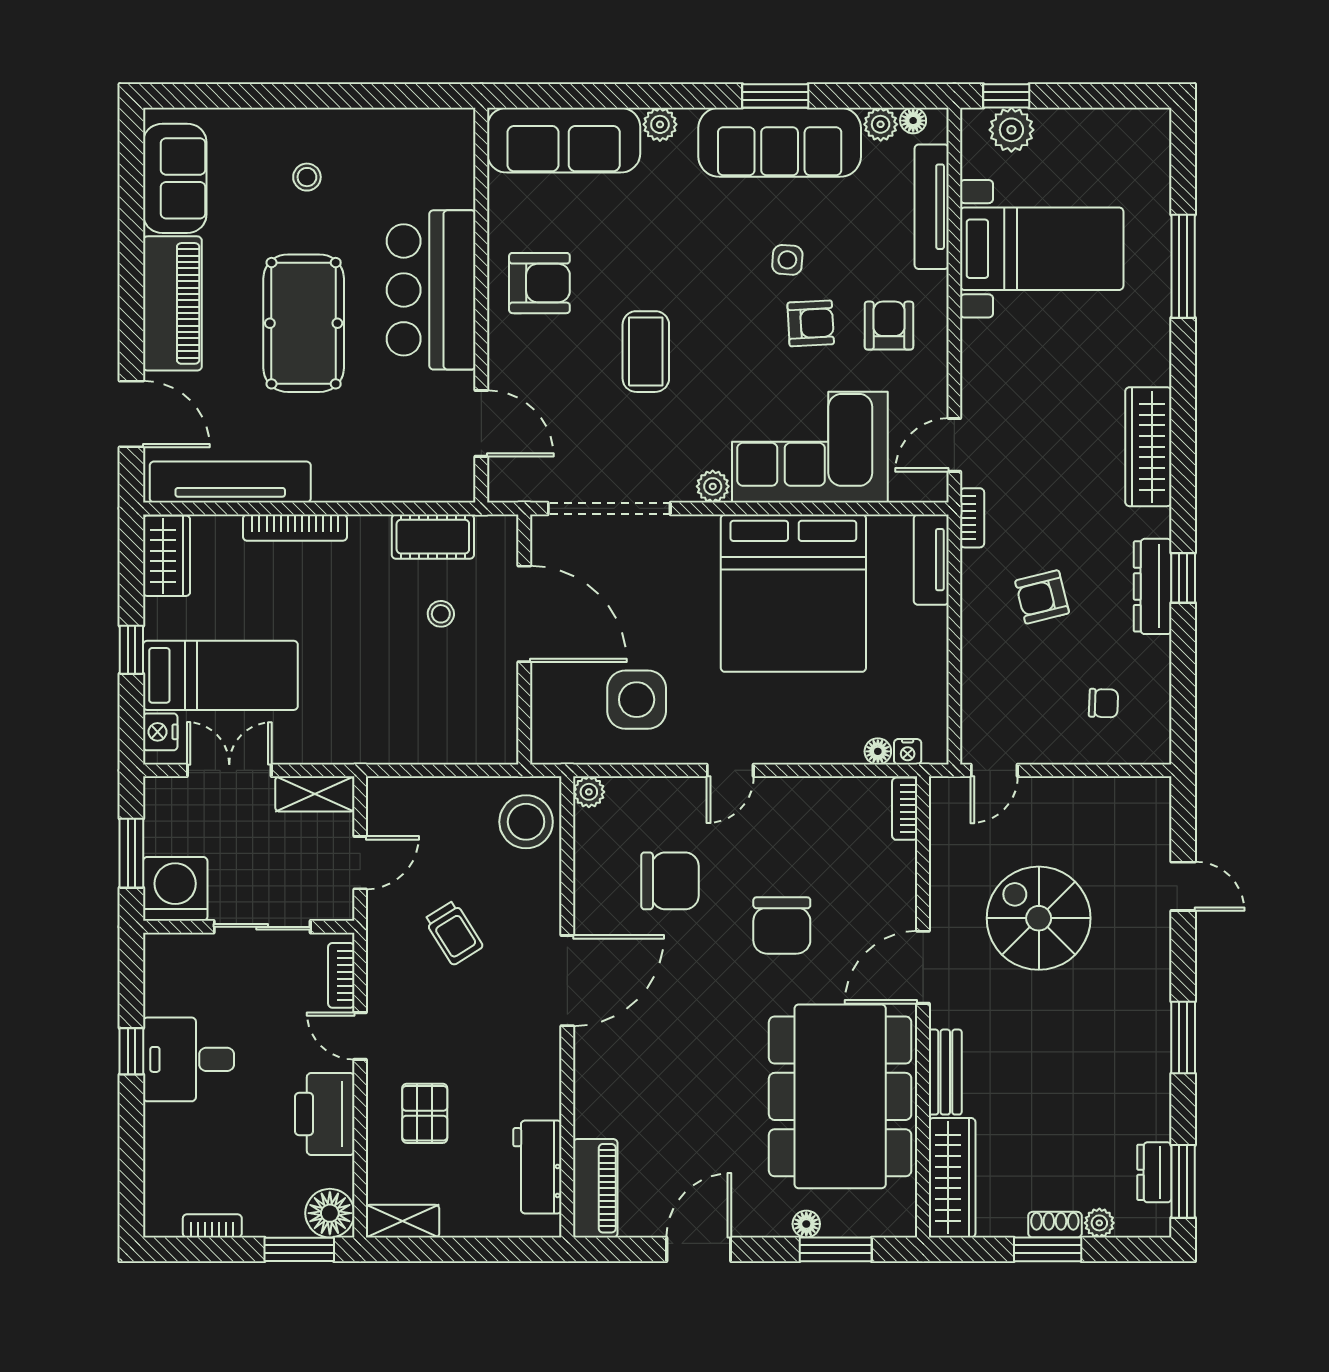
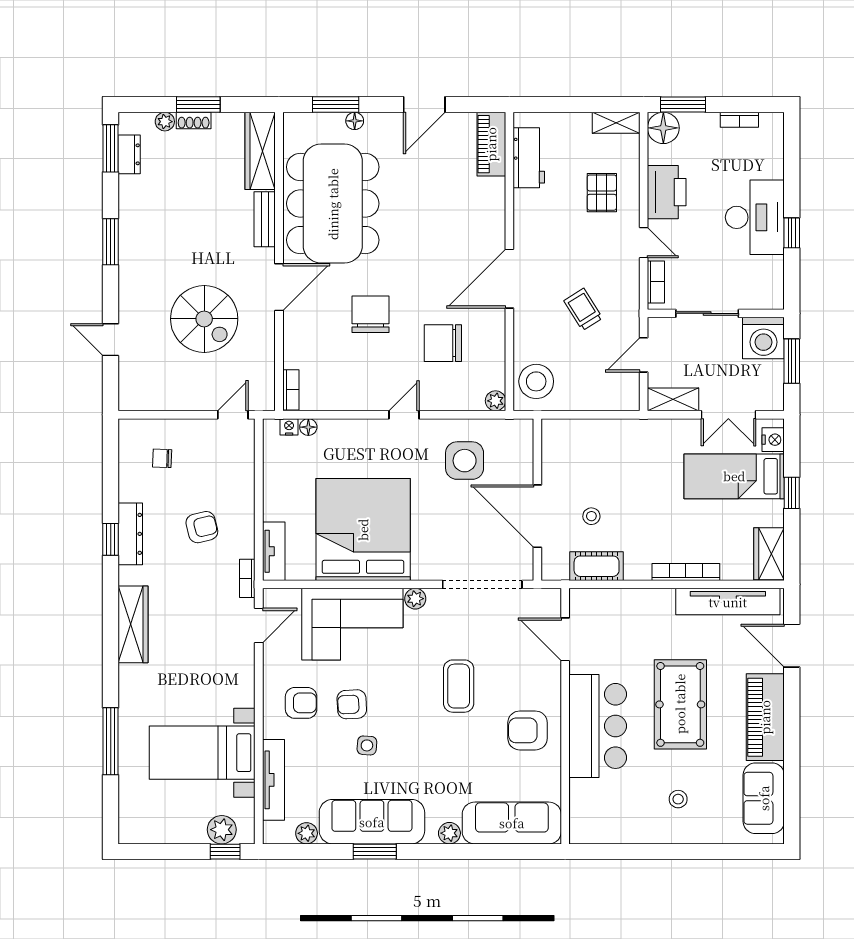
floor lamp: (913, 121) -> (285, 836), removed
armchair: (889, 326) -> (301, 703), turned -90
desk: (189, 1059) -> (755, 217), width x1.37

